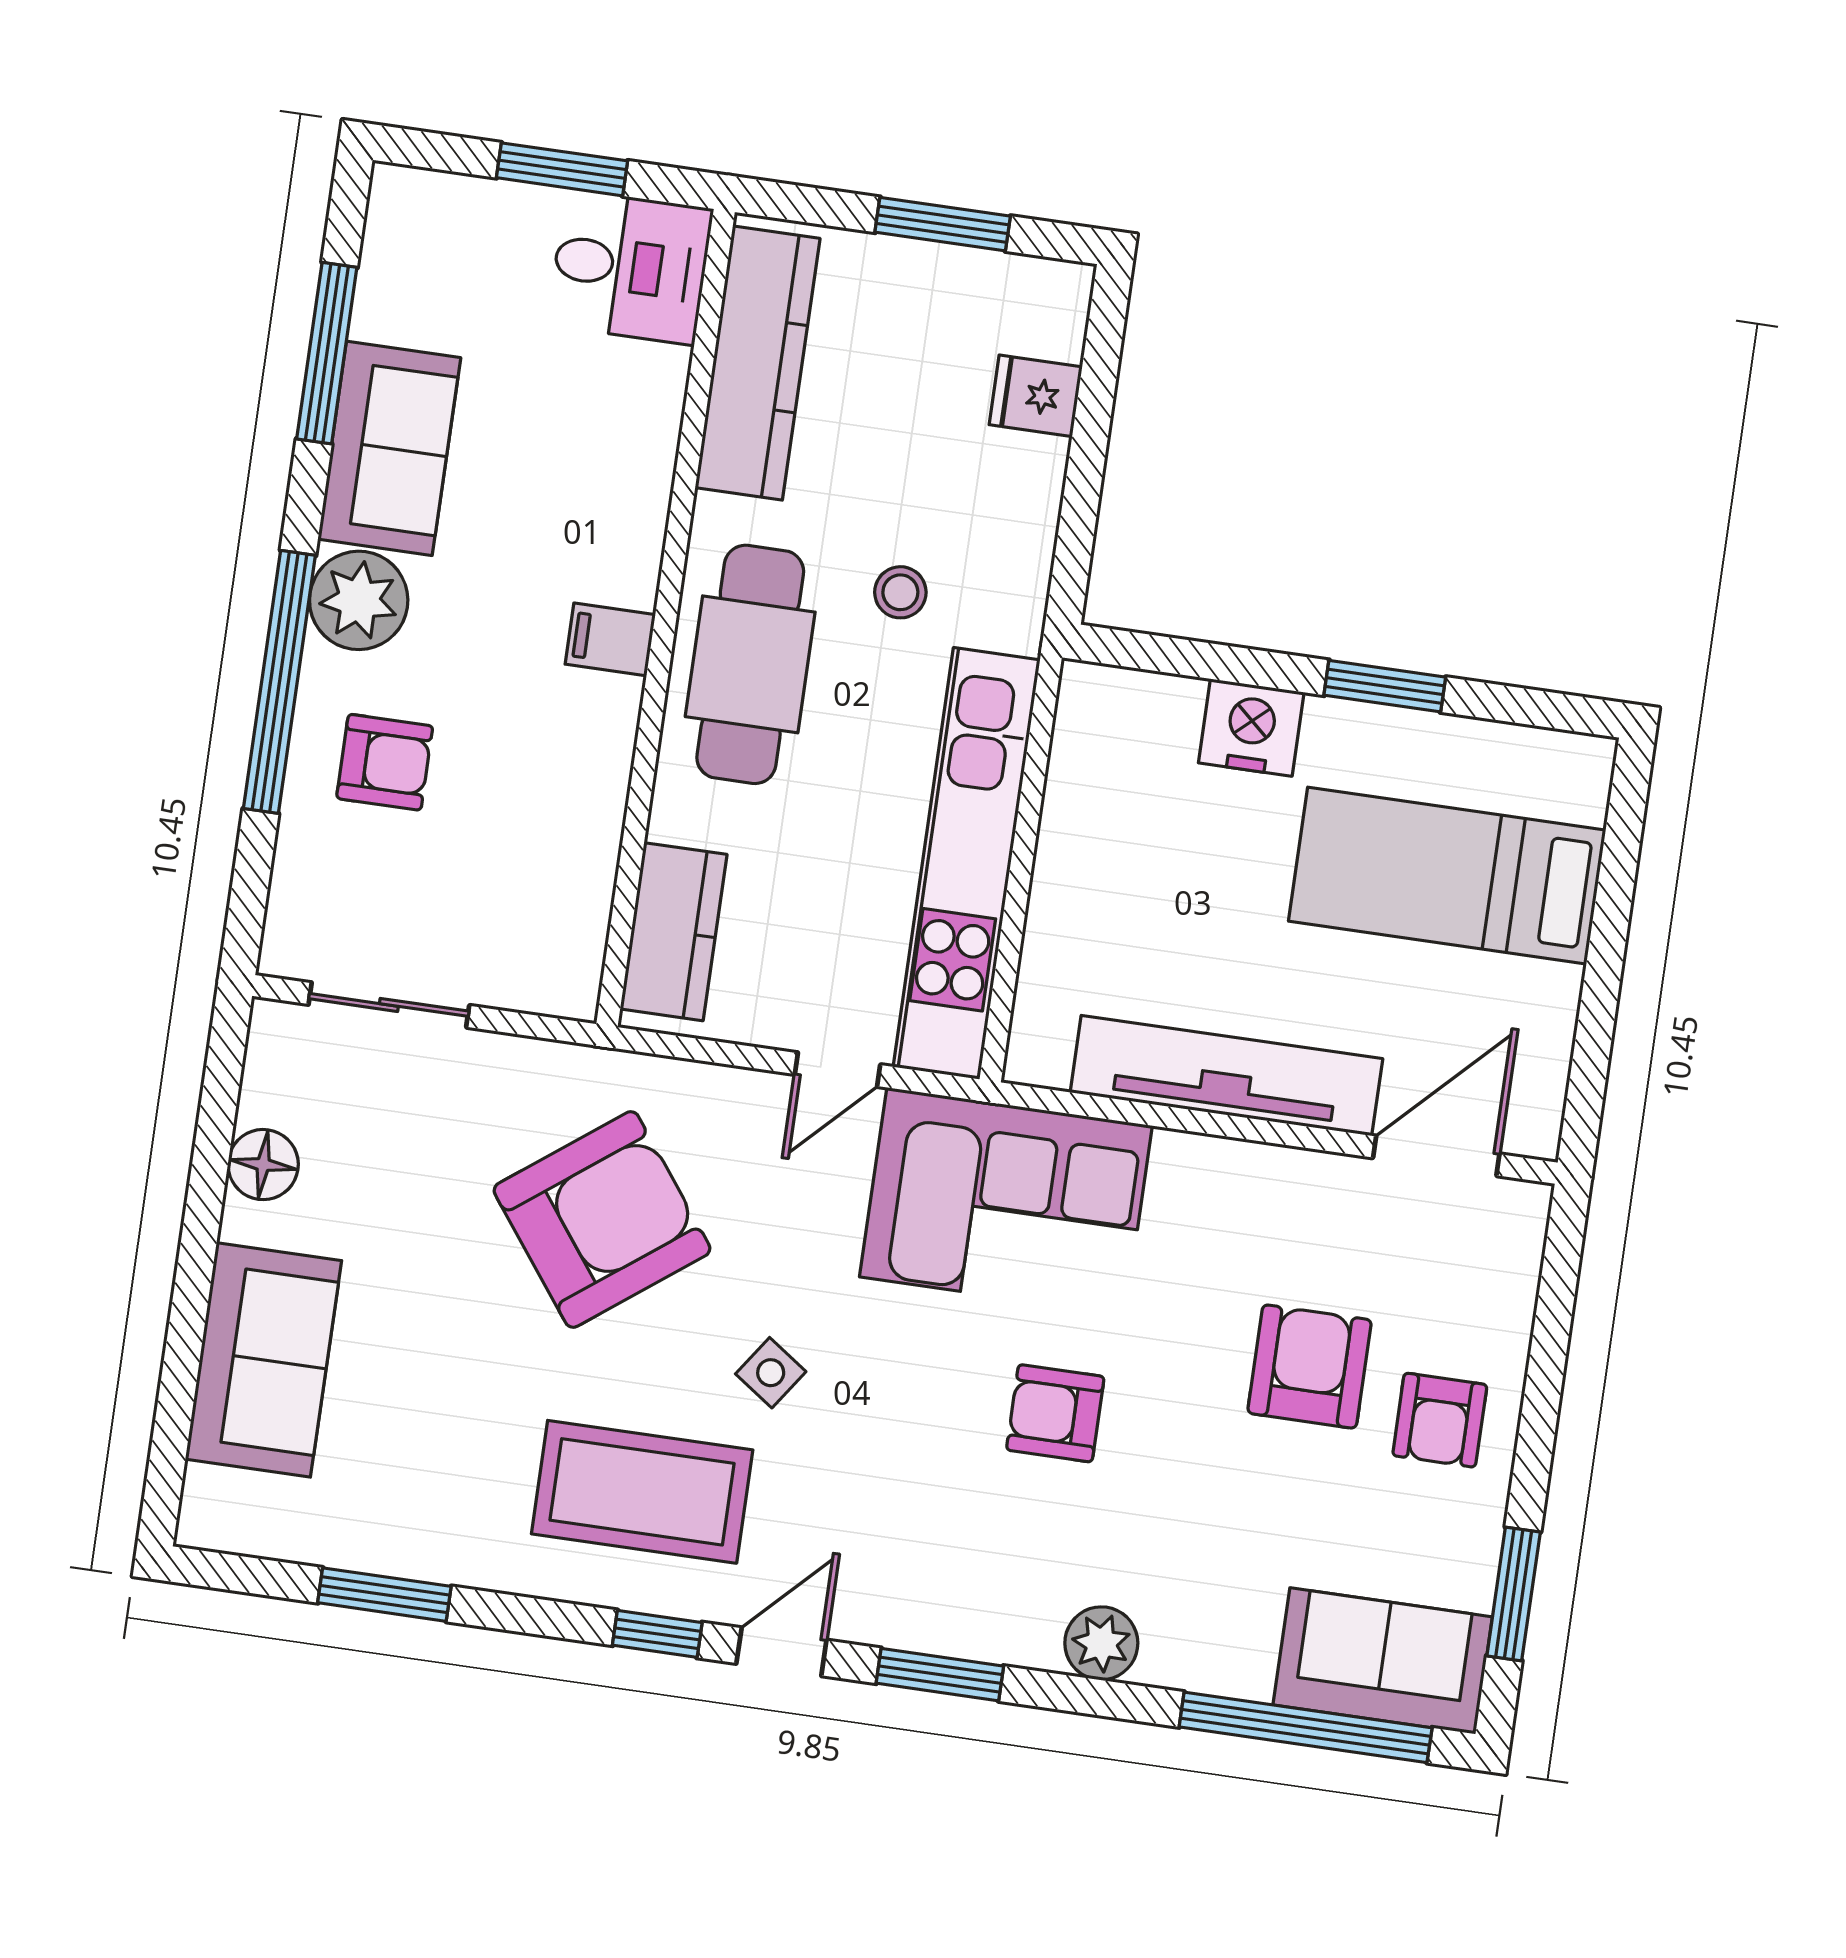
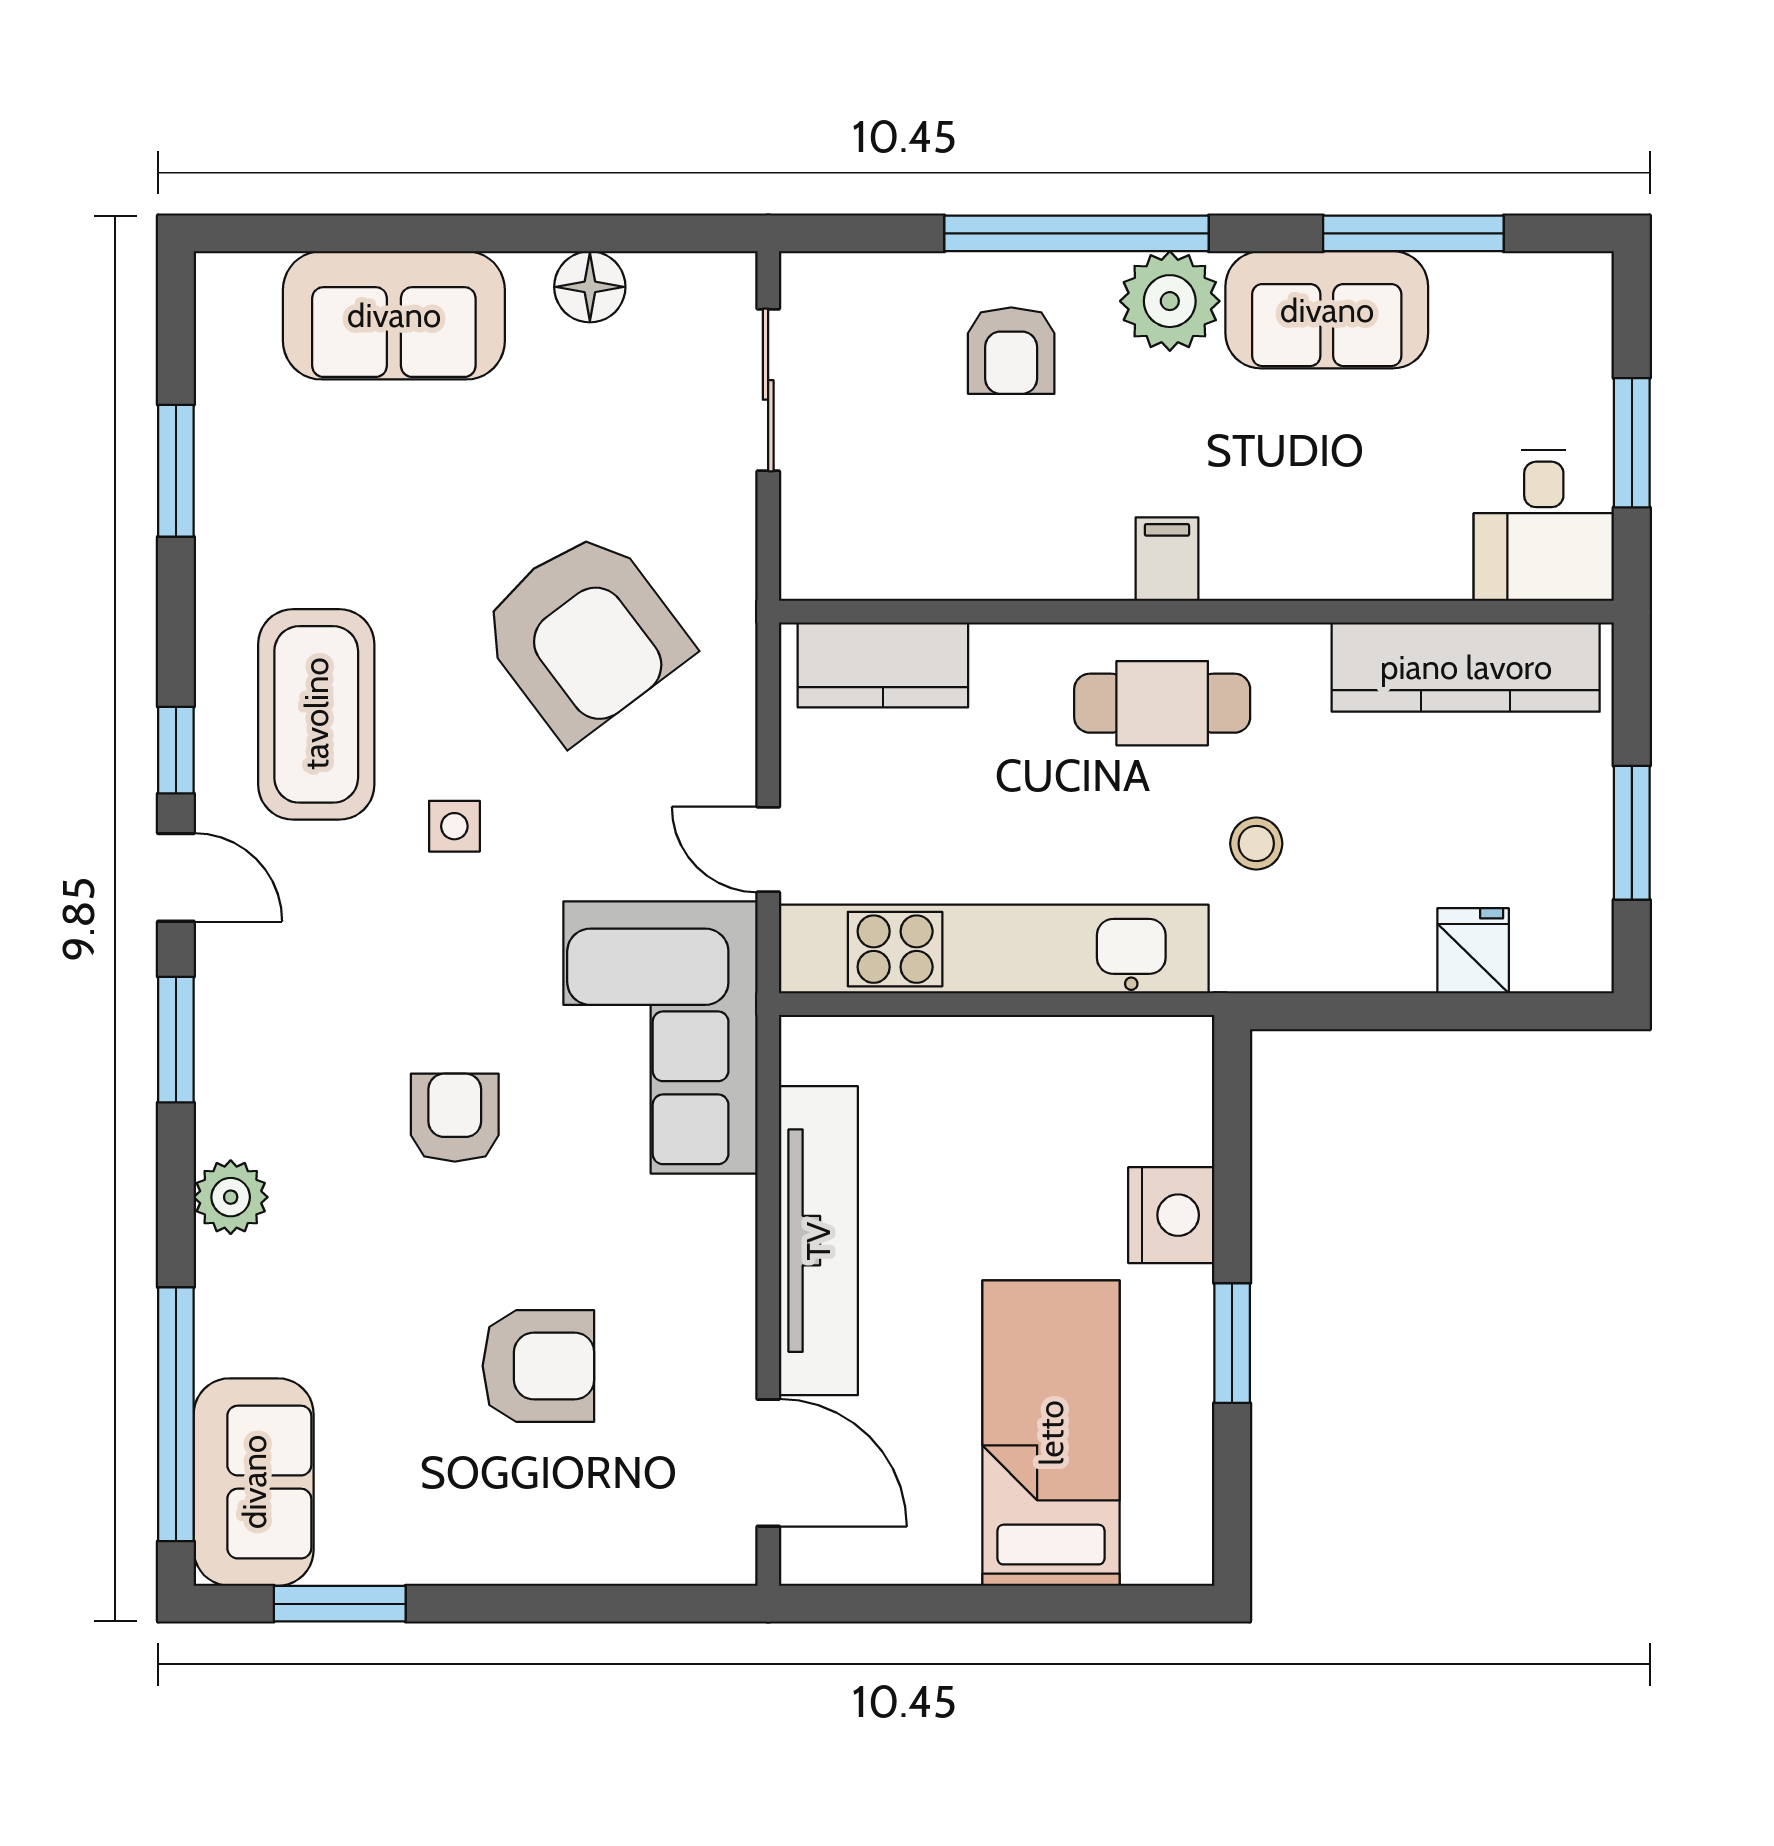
cafe table: (750, 664) -> (1162, 703), width x0.73, depth x0.74
side table: (771, 1373) -> (454, 826), turned -35
armchair: (1440, 1420) -> (504, 1504), removed

